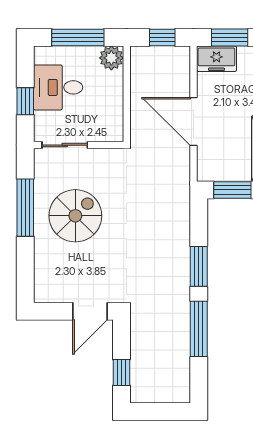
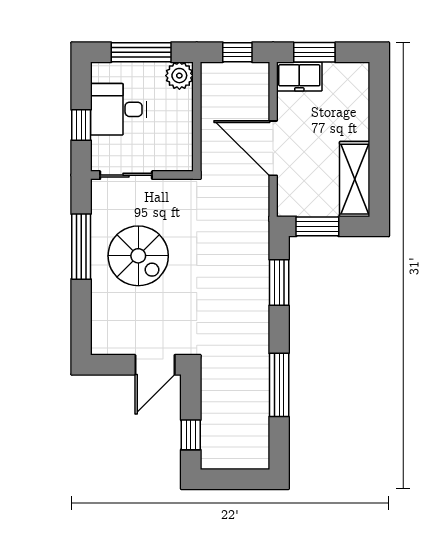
spiral stairs: (75, 216) -> (138, 256), turned 90
window: (199, 266) -> (279, 283), moved

